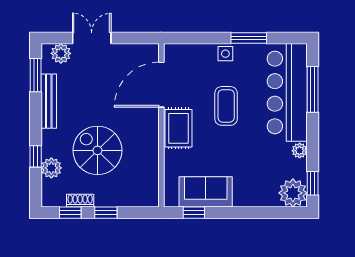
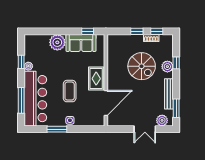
plant: (51, 168) -> (167, 67), moved
window: (313, 183) -> (21, 62), moved
plant: (293, 193) -> (57, 42), moved

